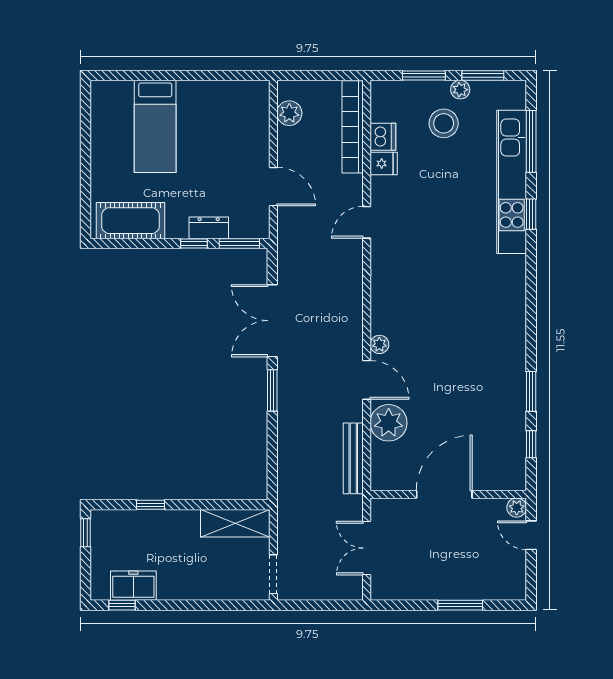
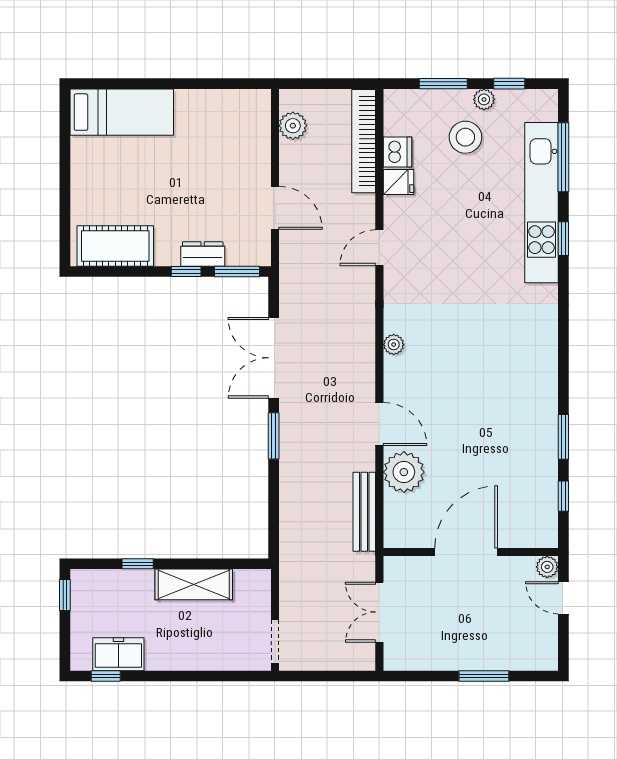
window: (483, 76) -> (509, 84), width x0.67
bed: (155, 126) -> (122, 112), moved, turned -90
plant: (379, 344) -> (394, 345), moved
shelving: (235, 523) -> (194, 584), moved

